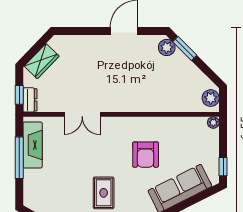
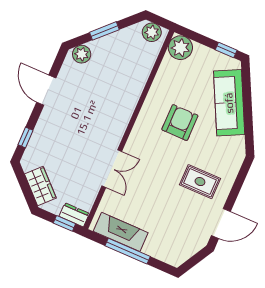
window: (77, 31) -> (25, 138), added
window: (185, 48) -> (104, 31), moved
plant: (213, 123) -> (180, 48), width x1.88, depth x1.88
armchair: (146, 155) -> (180, 123), turned -90

